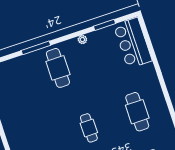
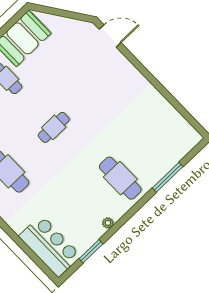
window: (36, 48) -> (168, 177), moved
cafe table: (89, 128) -> (54, 127), turned 90

